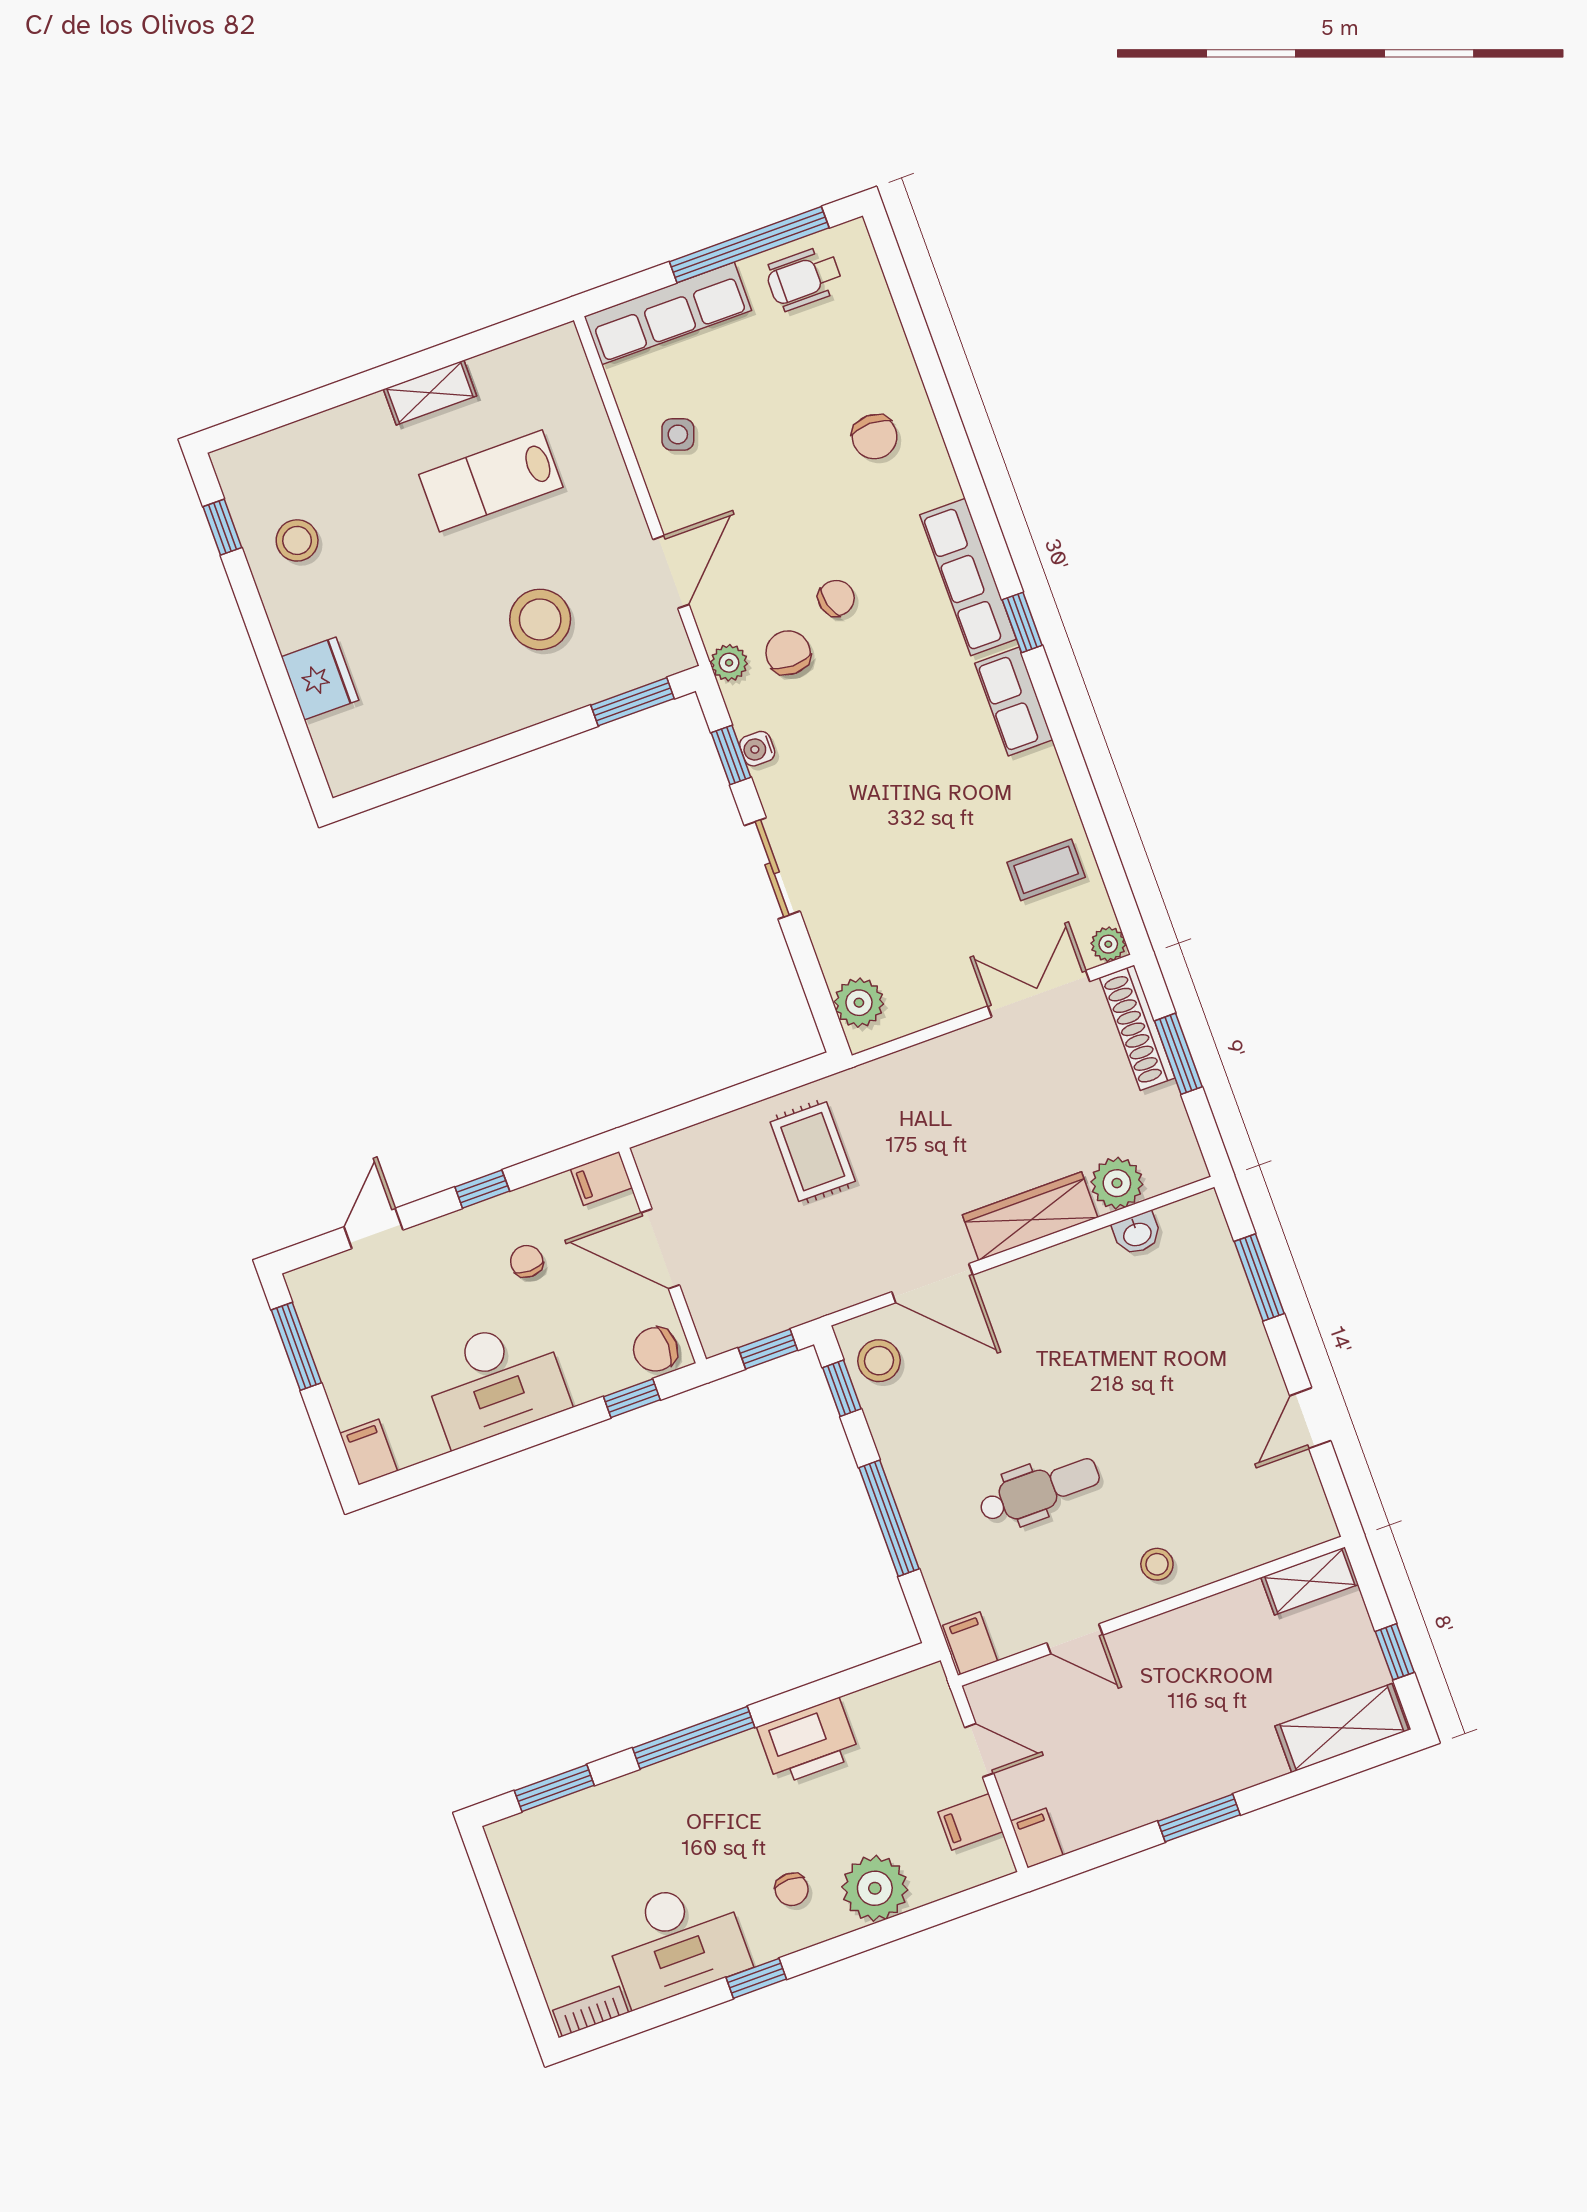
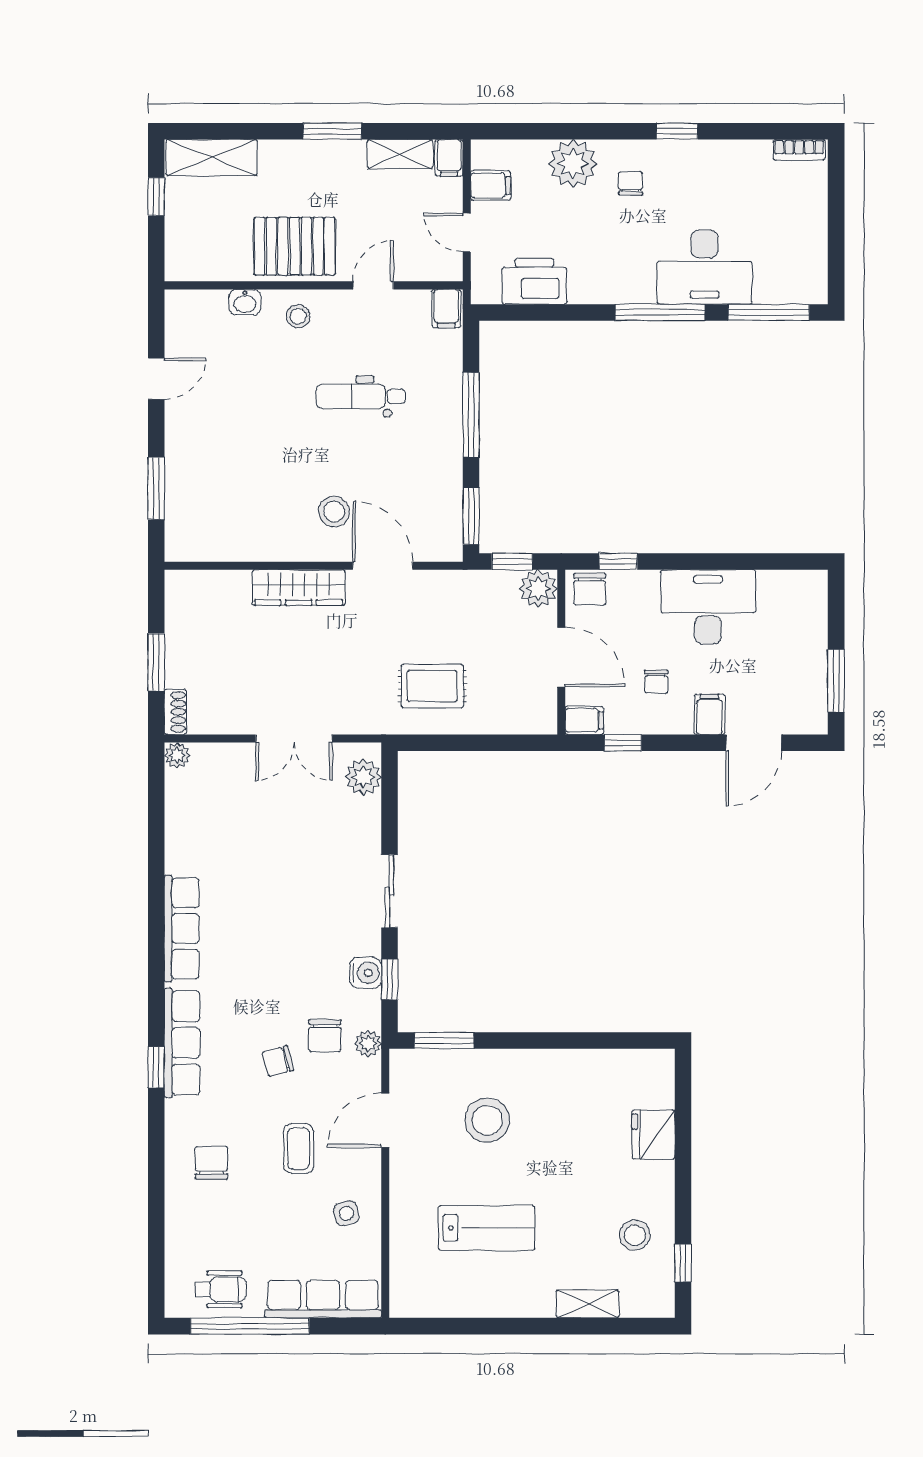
shelving: (430, 393) -> (588, 1304), moved
side table: (678, 434) -> (346, 1213), turned -34
window: (1022, 623) -> (156, 1067), moved
row of seats: (1014, 702) -> (182, 928), width x1.48
water cooler: (757, 749) -> (366, 973), width x1.38, depth x1.38
coffee table: (1046, 870) -> (299, 1149), moved, turned 90
double door: (1039, 994) -> (294, 738), moved
shoe rack: (1137, 1028) -> (175, 712), width x0.51, depth x0.81
rug: (813, 1152) -> (432, 686), turned 90
plant: (1117, 1183) -> (538, 589), moved
window: (482, 1189) -> (623, 743), moved
door: (374, 1228) -> (754, 743), width x1.38
washbasin: (1137, 1234) -> (245, 302), moved, turned 180
chair: (655, 1349) -> (590, 589), turned 90
stool: (879, 1361) -> (334, 512), moved
window: (842, 1388) -> (471, 516), width x1.50
filing cabinet: (369, 1452) -> (710, 714), moved, turned 180
shelving: (1310, 1581) -> (400, 154), moved
door: (1075, 1639) -> (373, 285), hinge flipped
pallet: (1194, 1653) -> (295, 246), added
printer: (808, 1742) -> (534, 281), moved
window: (554, 1788) -> (769, 312), width x1.44
desk: (676, 1942) -> (705, 267), moved, turned 180

